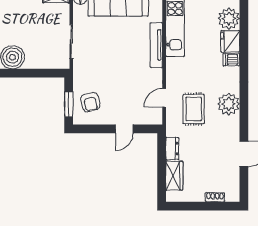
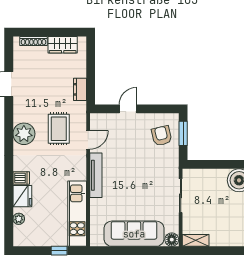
plant: (229, 19) -> (19, 219), width x0.53, depth x0.53
tv unit: (156, 45) -> (96, 175), moved
wardrobe: (174, 176) -> (63, 45), moved, turned -90
shoe rack: (215, 197) -> (33, 41), width x1.43

